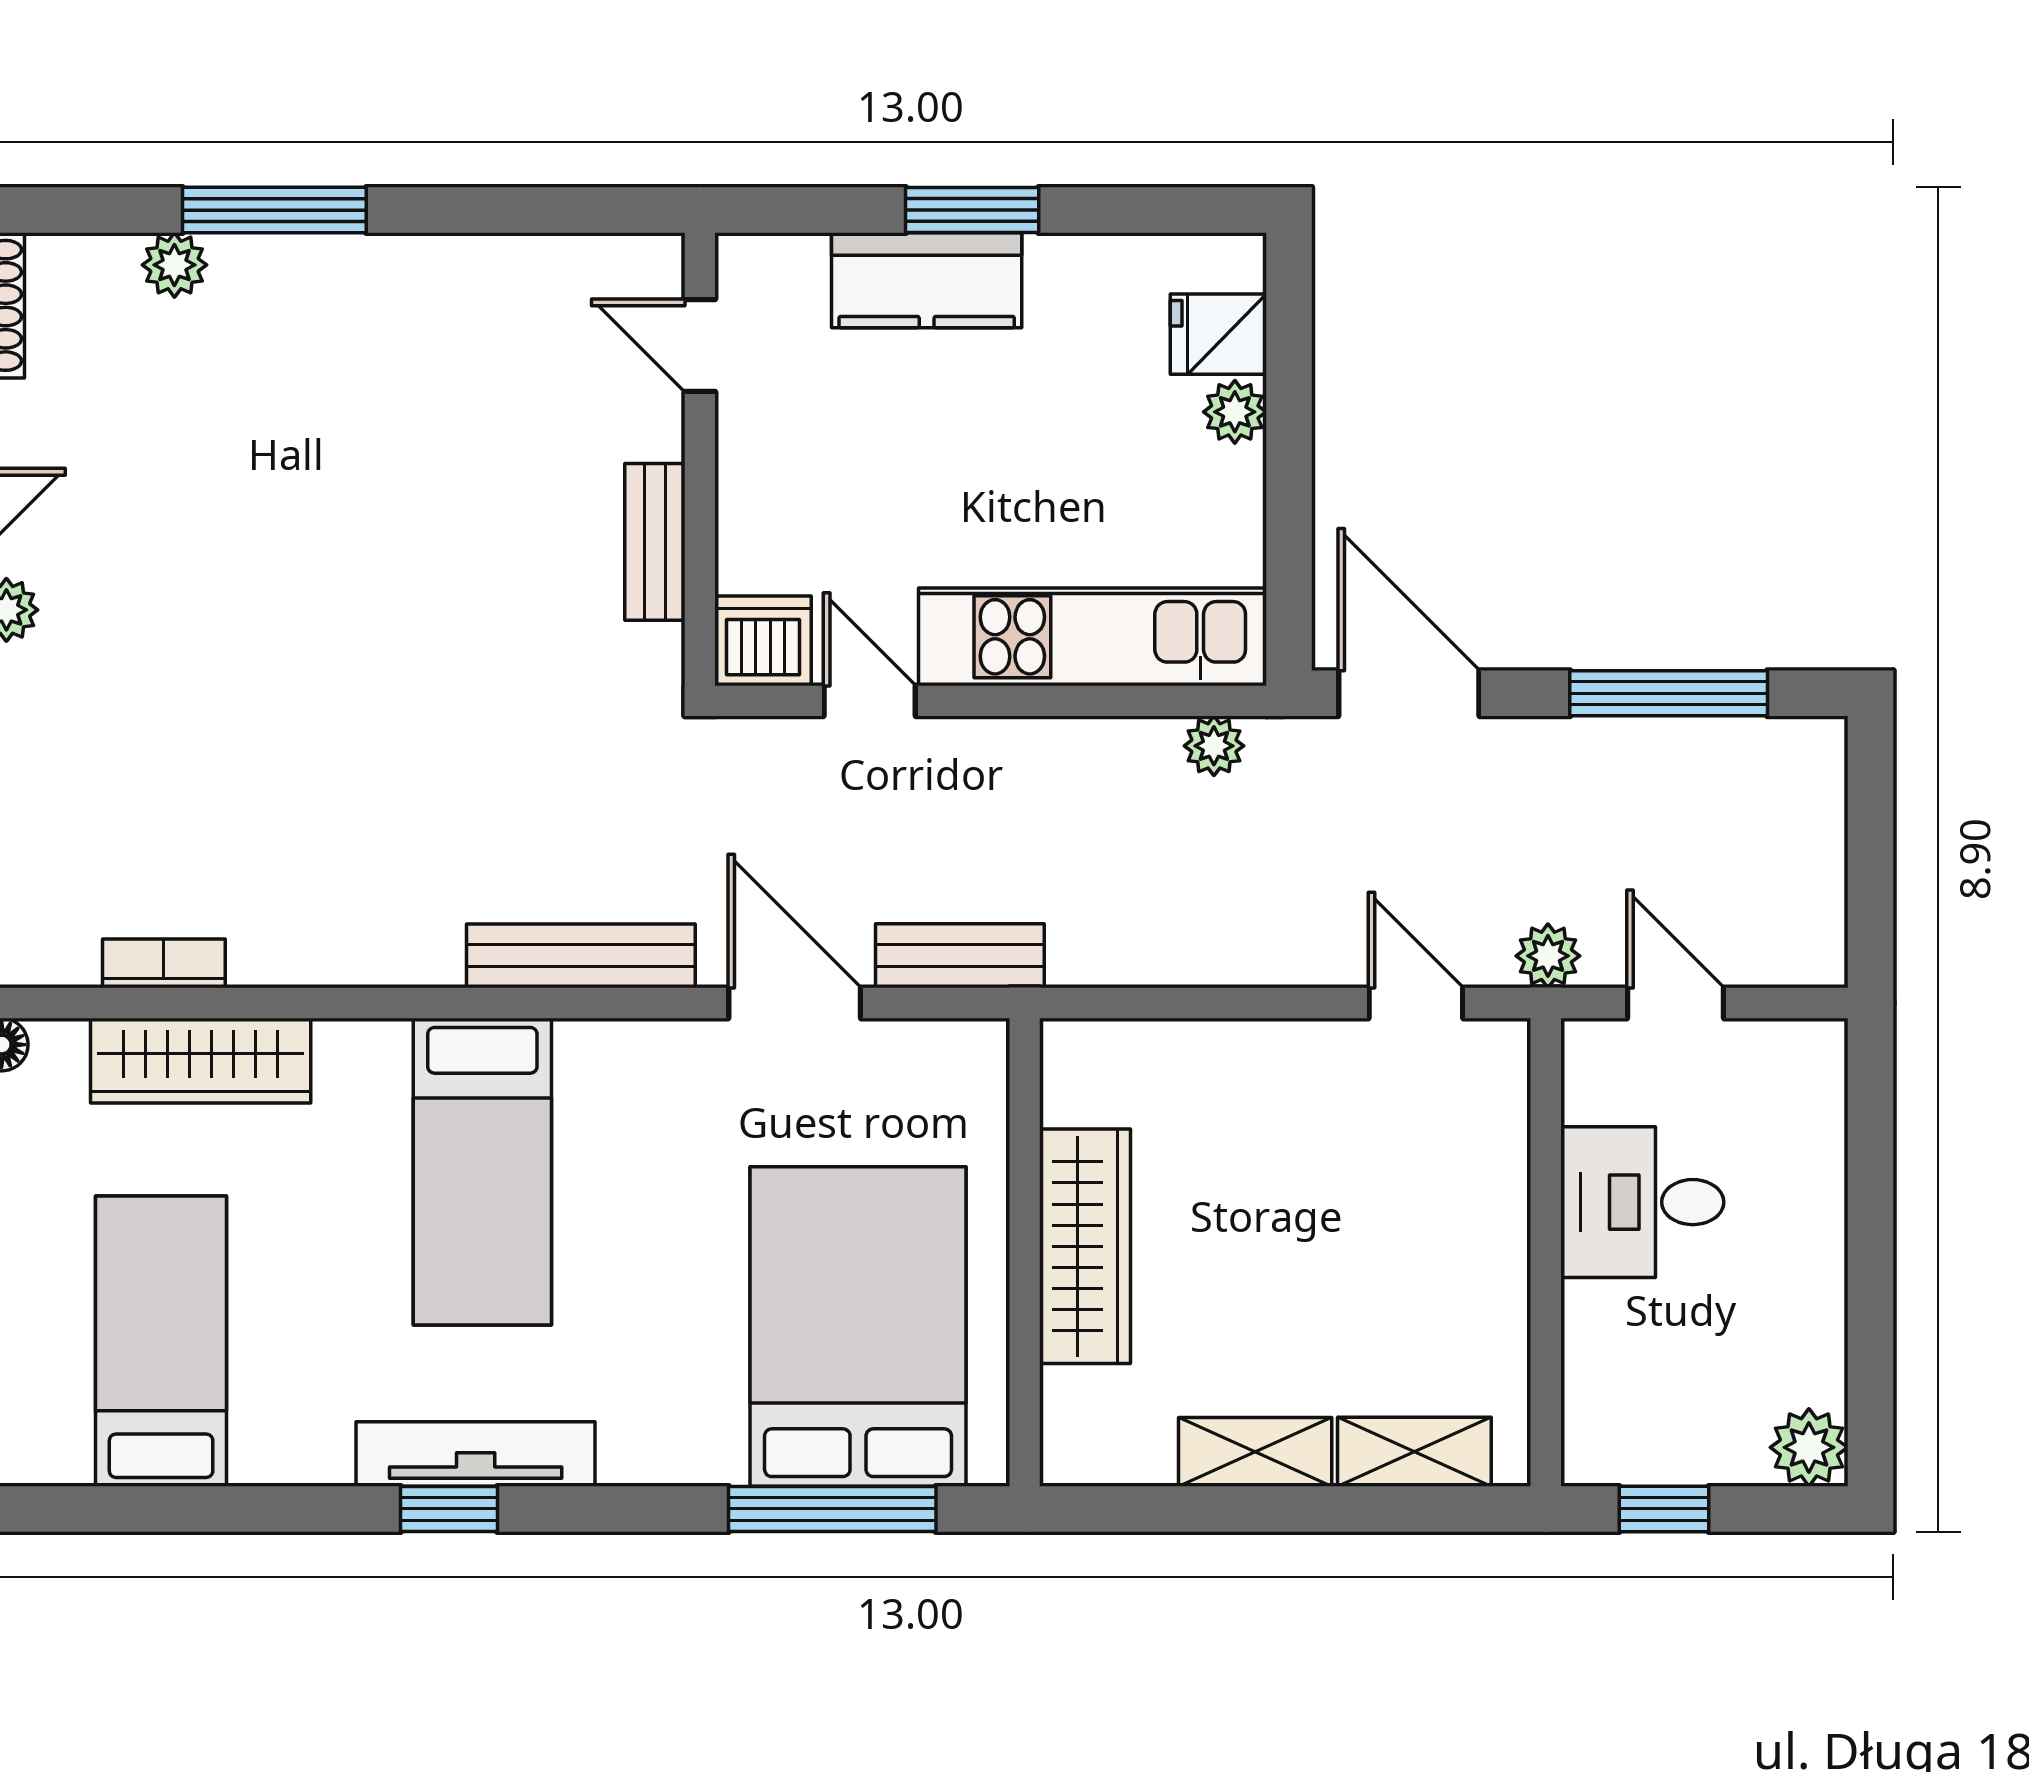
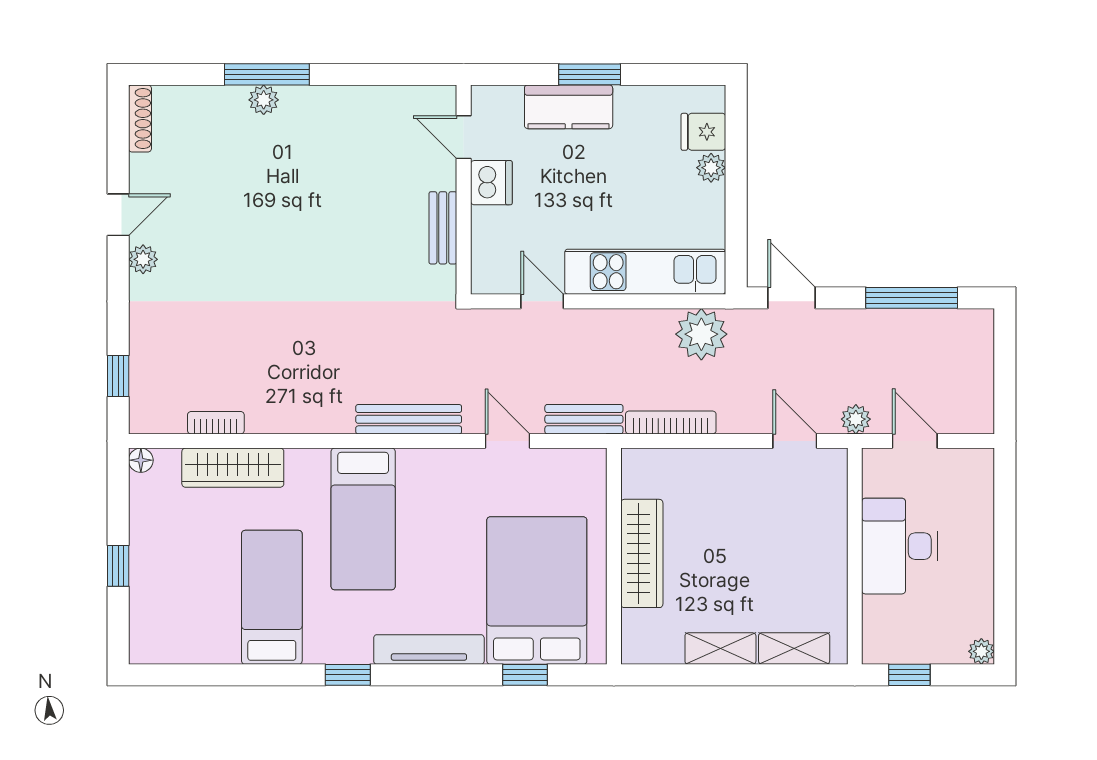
plant: (174, 265) -> (264, 100), moved
dishwasher: (763, 641) -> (491, 183), moved, turned 90
door: (1409, 693) -> (792, 298), width x0.73
plant: (1214, 746) -> (701, 334), width x1.87, depth x1.87
bookcase: (1148, 963) -> (671, 422), added
door: (795, 1003) -> (508, 441), width x0.73
desk: (1642, 1202) -> (899, 546), width x1.37
bed: (161, 1341) -> (272, 597), moved
plant: (1809, 1447) -> (981, 651), width x0.73, depth x0.73
tv unit: (476, 1454) -> (429, 650), moved
window: (832, 1509) -> (525, 675), width x0.46

